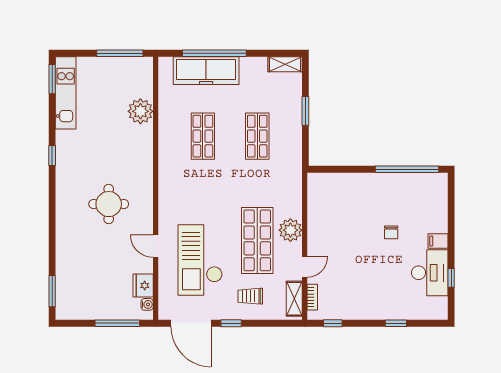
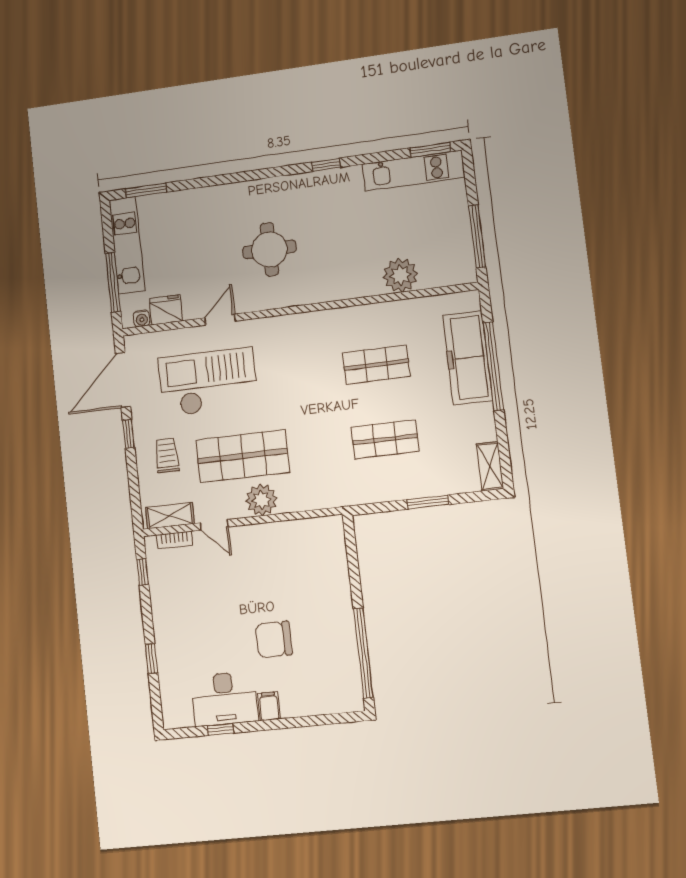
chair: (391, 232) -> (274, 639), width x1.87, depth x1.87
kitchen unit: (91, 310) -> (127, 245), added

